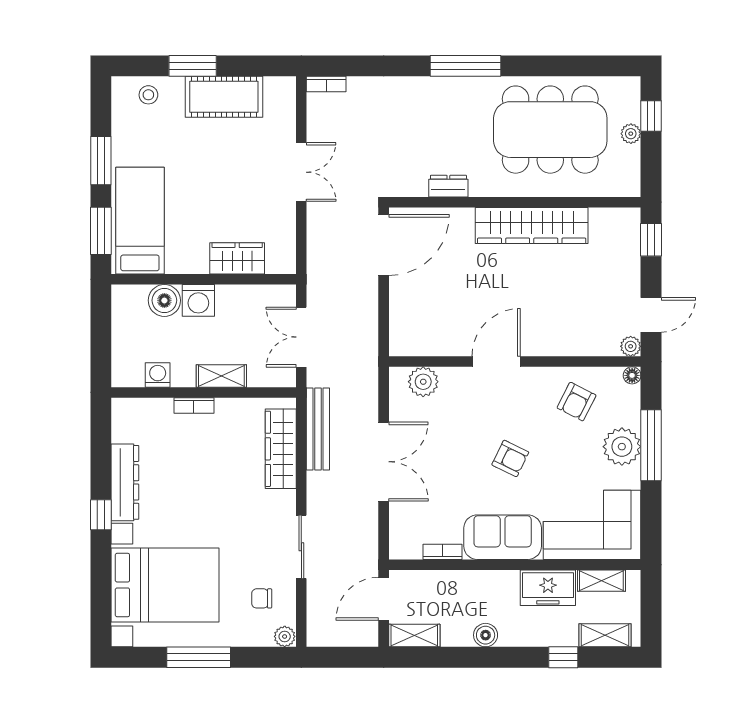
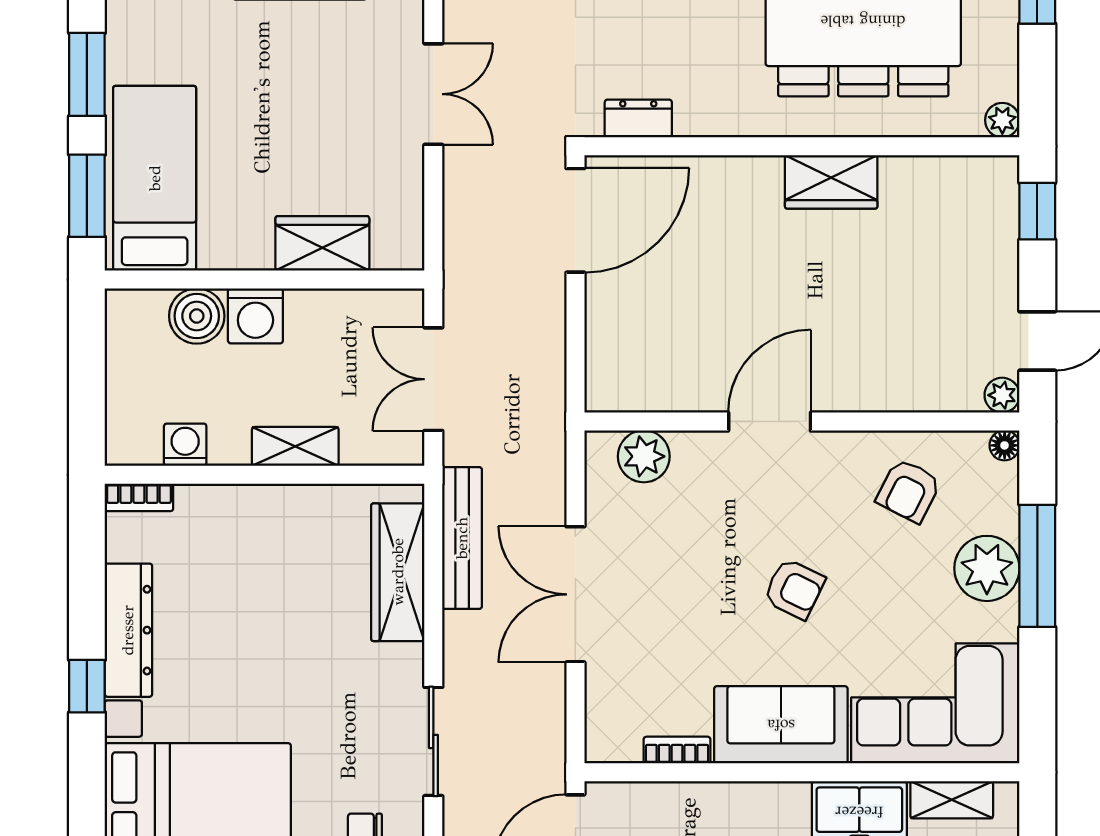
plant: (631, 134) -> (1002, 120), moved
dresser: (448, 186) -> (638, 118), moved
wardrobe: (532, 226) -> (831, 182), width x0.48, depth x0.85
bookcase: (194, 406) -> (139, 497), moved
double door: (384, 462) -> (575, 594), swing flipped

